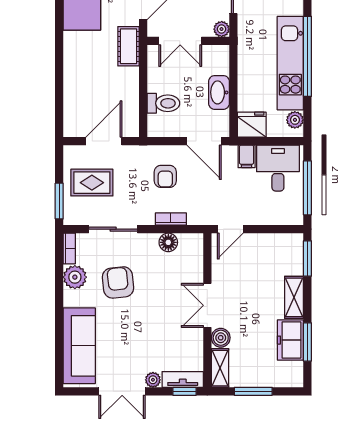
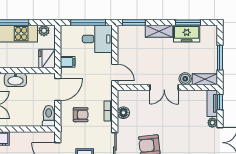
washbasin: (219, 92) -> (15, 80), moved
toilet: (163, 103) -> (49, 116), moved
desk: (278, 168) -> (97, 39), moved, turned 180

